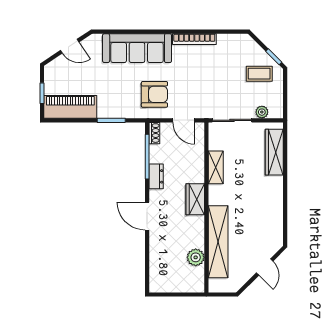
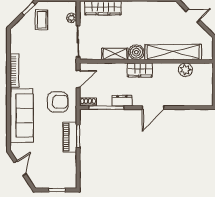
armchair: (154, 94) -> (58, 102), turned 90
piano: (70, 107) -> (70, 137), moved, width x0.73, depth x0.75
boiler: (218, 195) -> (136, 52), added

